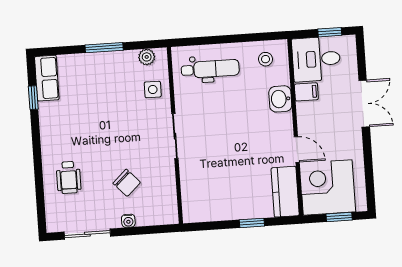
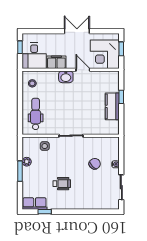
plant: (147, 57) -> (27, 162), moved
filing cabinet: (306, 92) -> (56, 62), width x2.00
washbasin: (280, 99) -> (66, 77), moved
double door: (364, 104) -> (77, 31), moved
door: (297, 149) -> (83, 70), hinge flipped
wheelchair: (69, 177) -> (62, 184), moved
kitchen counter: (285, 192) -> (112, 106), moved, turned 90

